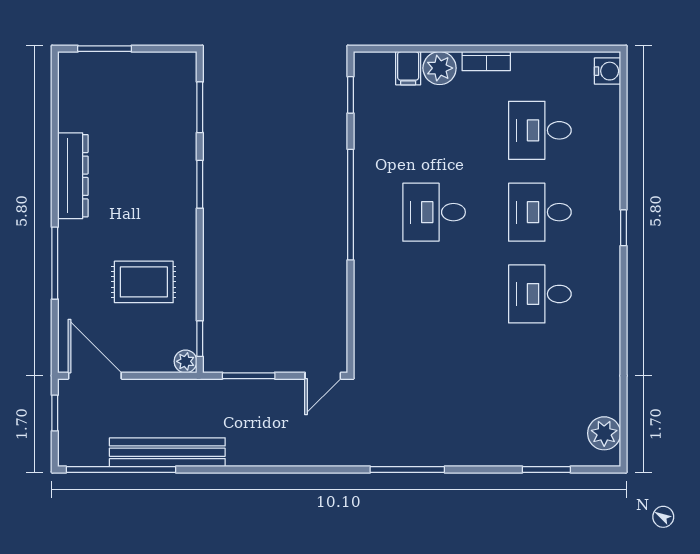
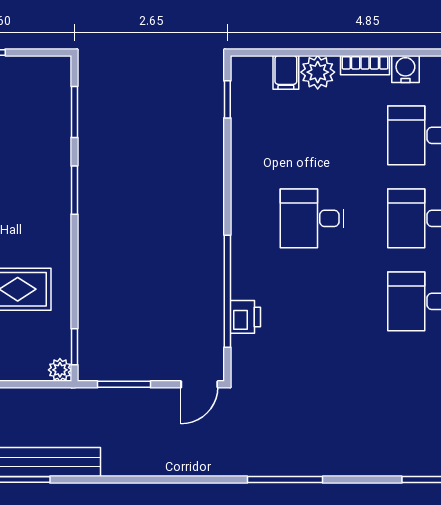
water cooler: (526, 65) -> (405, 69), added
window: (350, 205) -> (227, 291), moved
printer: (368, 309) -> (245, 317), added

